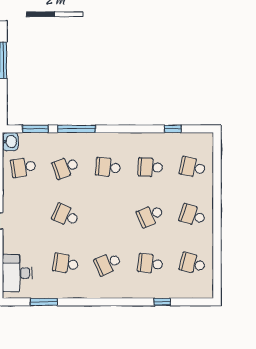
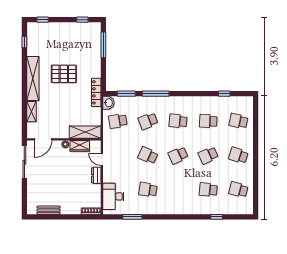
school desk: (108, 264) -> (178, 155), moved

